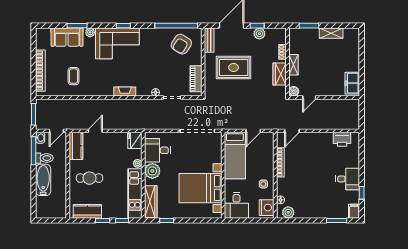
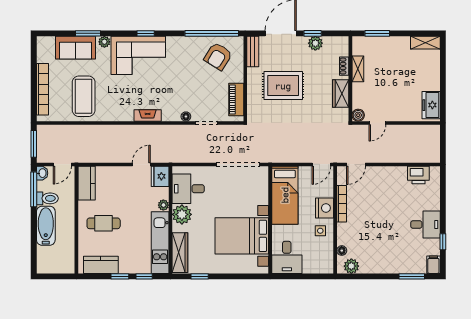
shelving: (331, 33) -> (425, 43), moved
shelving: (293, 65) -> (358, 69), moved
coffee table: (74, 76) -> (84, 96), width x1.86, depth x1.72
door: (95, 131) -> (141, 164), moved
door: (253, 131) -> (321, 164), moved
nightstand: (267, 208) -> (324, 208), moved

